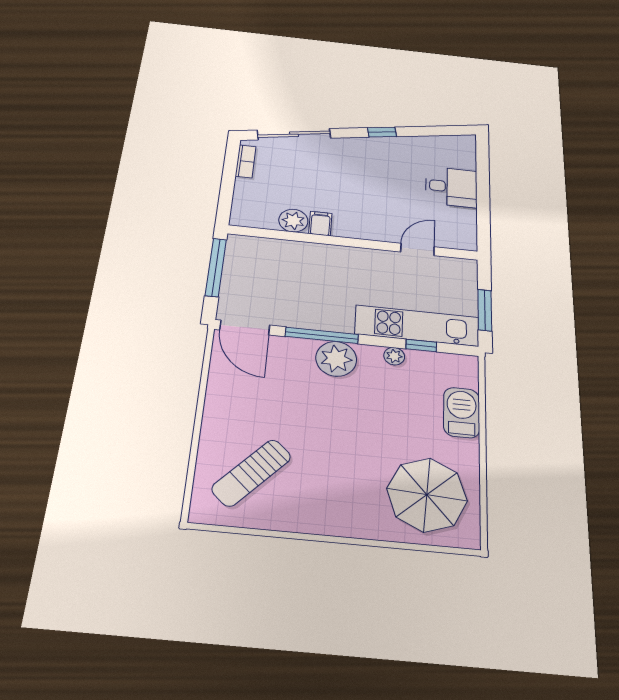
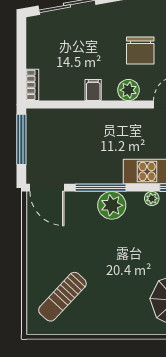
bookcase: (246, 161) -> (32, 85), moved
chair: (385, 189) -> (140, 51), added
plant: (293, 221) -> (128, 90), moved

